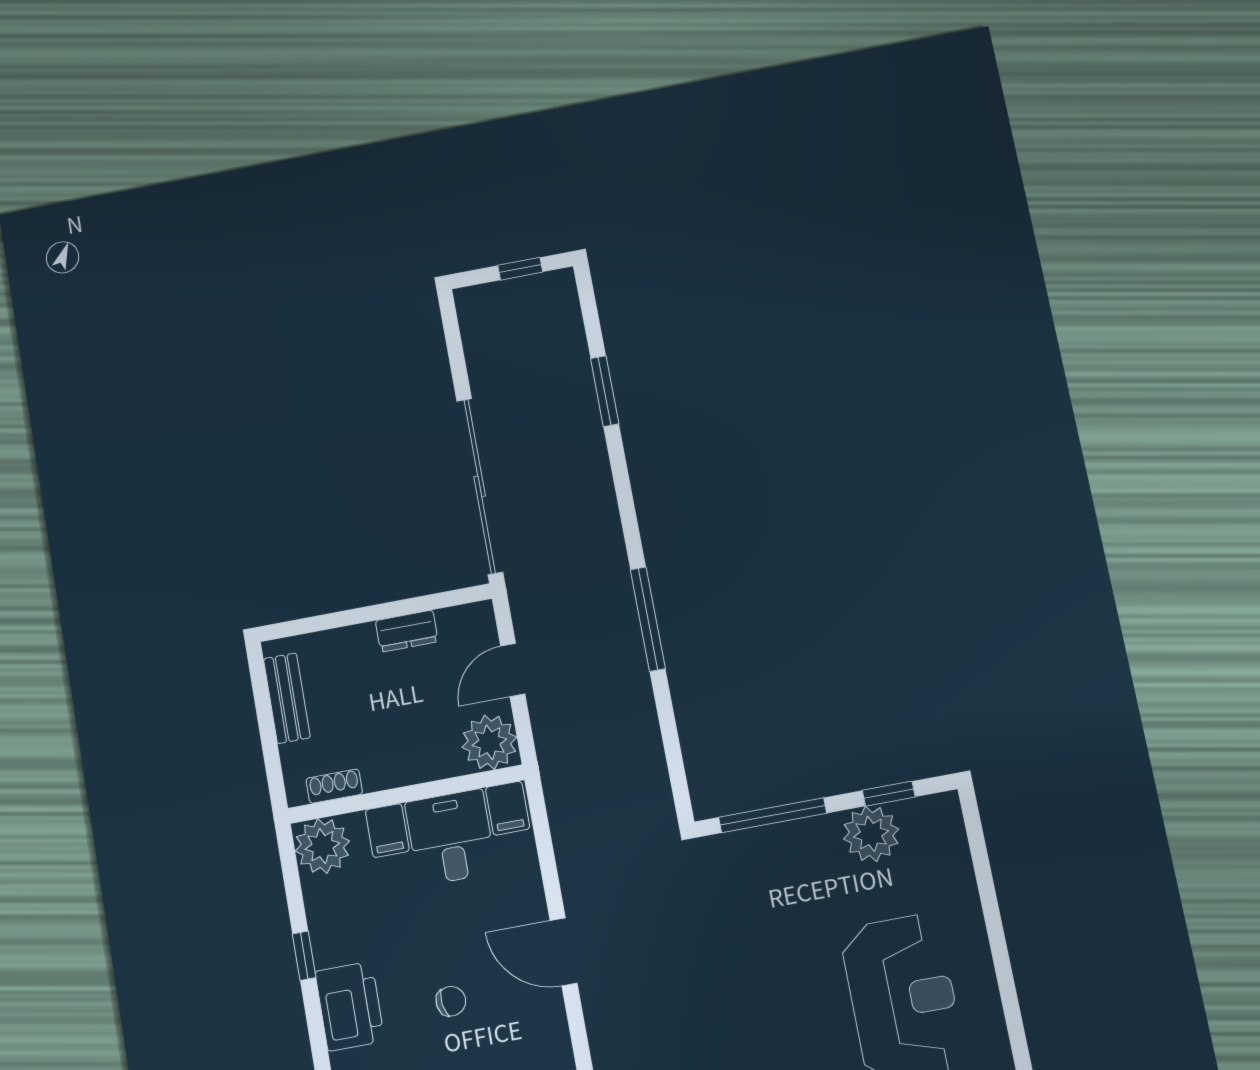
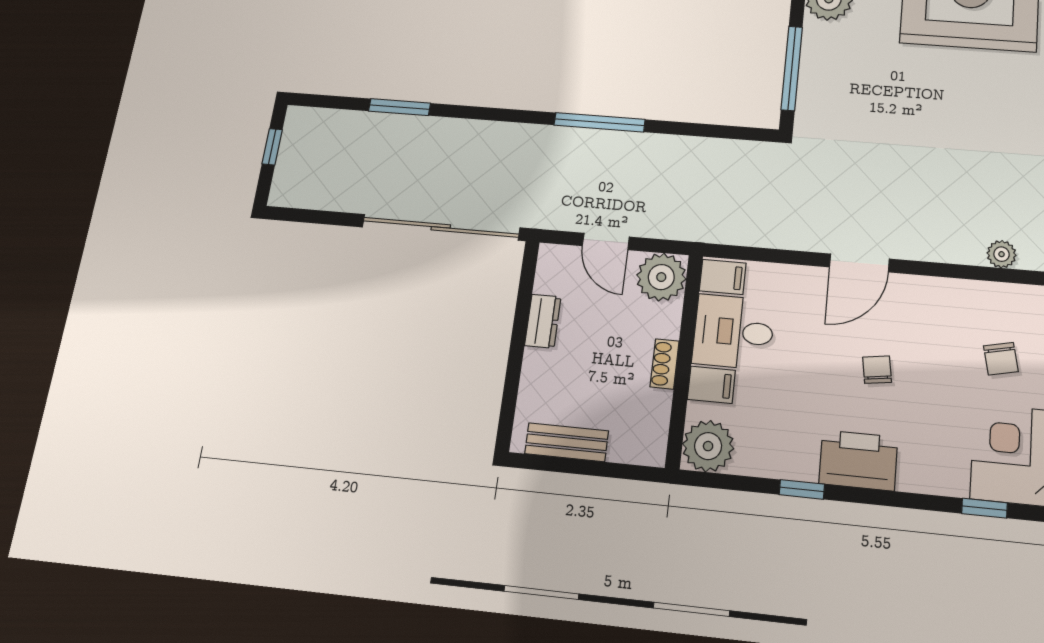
shoe rack: (334, 786) -> (665, 364), moved

